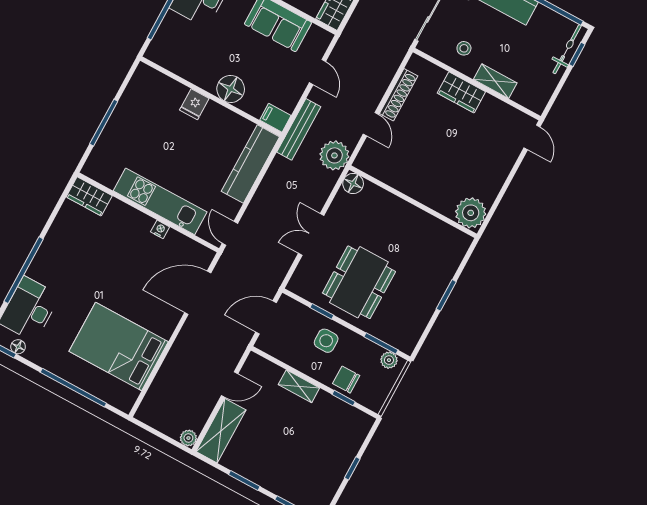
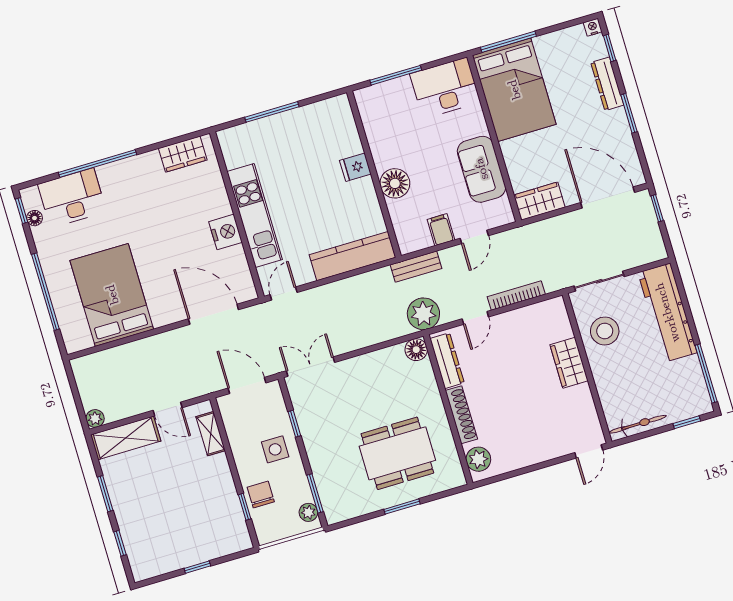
stool: (464, 48) -> (605, 331), width x1.89, depth x1.89
bicycle: (567, 49) -> (638, 424), moved
shelving: (495, 81) -> (604, 380), removed
bookcase: (383, 83) -> (516, 296), added
shoe rack: (399, 95) -> (461, 415), moved, turned -90
filing cabinet: (275, 118) -> (441, 230), moved
bench: (299, 129) -> (416, 267), width x0.73
dresser: (380, 171) -> (447, 361), added
wardrobe: (89, 196) -> (183, 154), moved, turned -90
plant: (471, 213) -> (478, 459), width x0.73, depth x0.73
nightstand: (160, 229) -> (226, 232), width x1.89, depth x1.79
double door: (311, 234) -> (311, 367), moved
dining table: (359, 282) -> (397, 453), moved
shelving: (299, 386) -> (211, 434), moved

